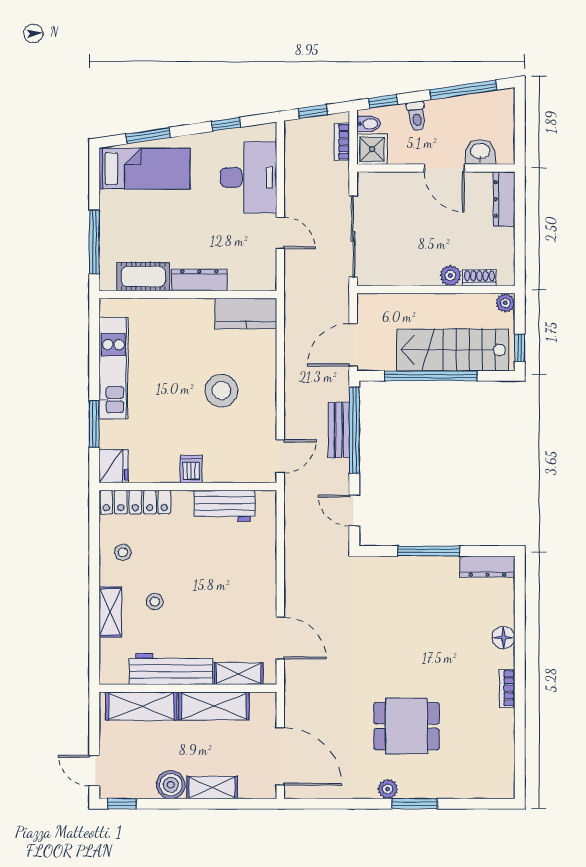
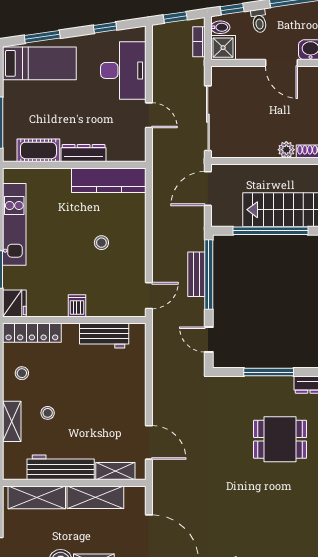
kitchen counter: (246, 313) -> (109, 180), width x1.50
door: (353, 345) -> (208, 189), moved
stool: (221, 391) -> (101, 243), width x0.53, depth x0.53
dining table: (407, 726) -> (280, 439), moved

